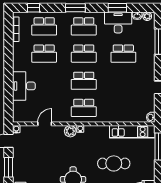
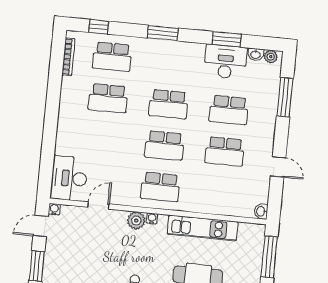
school desk: (84, 26) -> (225, 151), moved
desk: (24, 86) -> (69, 178), moved
kitchen unit: (132, 132) -> (203, 228), moved

